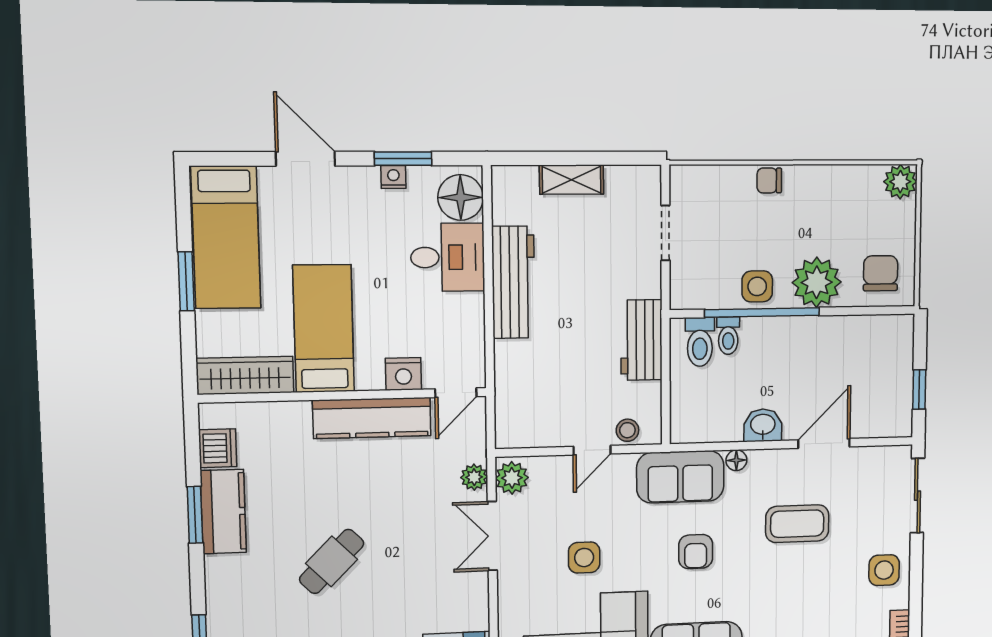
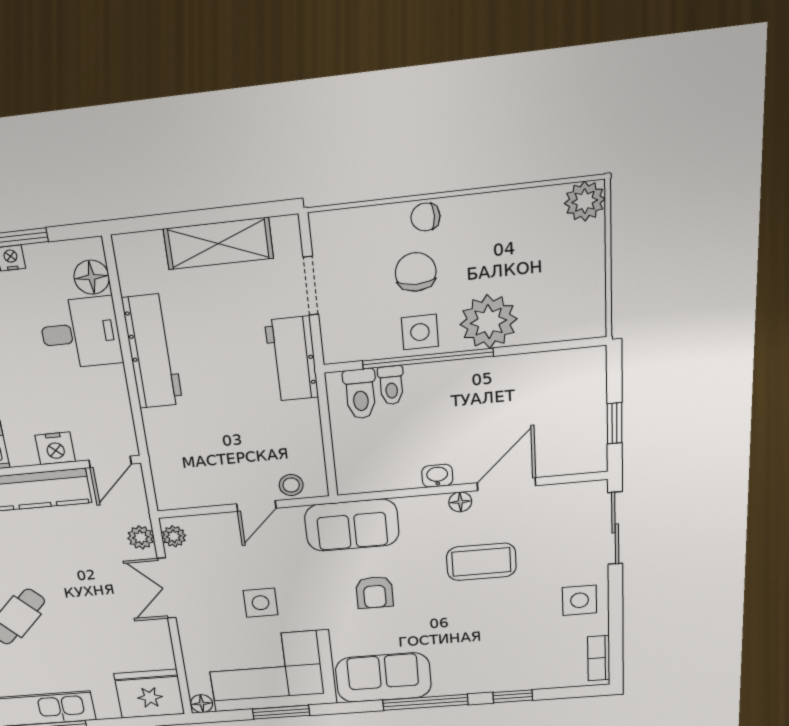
shelving: (572, 180) -> (218, 244), width x1.50, depth x1.33
floor lamp: (461, 197) -> (92, 277), width x0.73, depth x0.73
chair: (881, 273) -> (416, 272), moved
workbench: (641, 340) -> (292, 359), moved
washbasin: (763, 425) -> (437, 476), width x0.72, depth x0.69
floor lamp: (736, 460) -> (460, 502), moved
plant: (512, 478) -> (174, 536), width x0.73, depth x0.73

